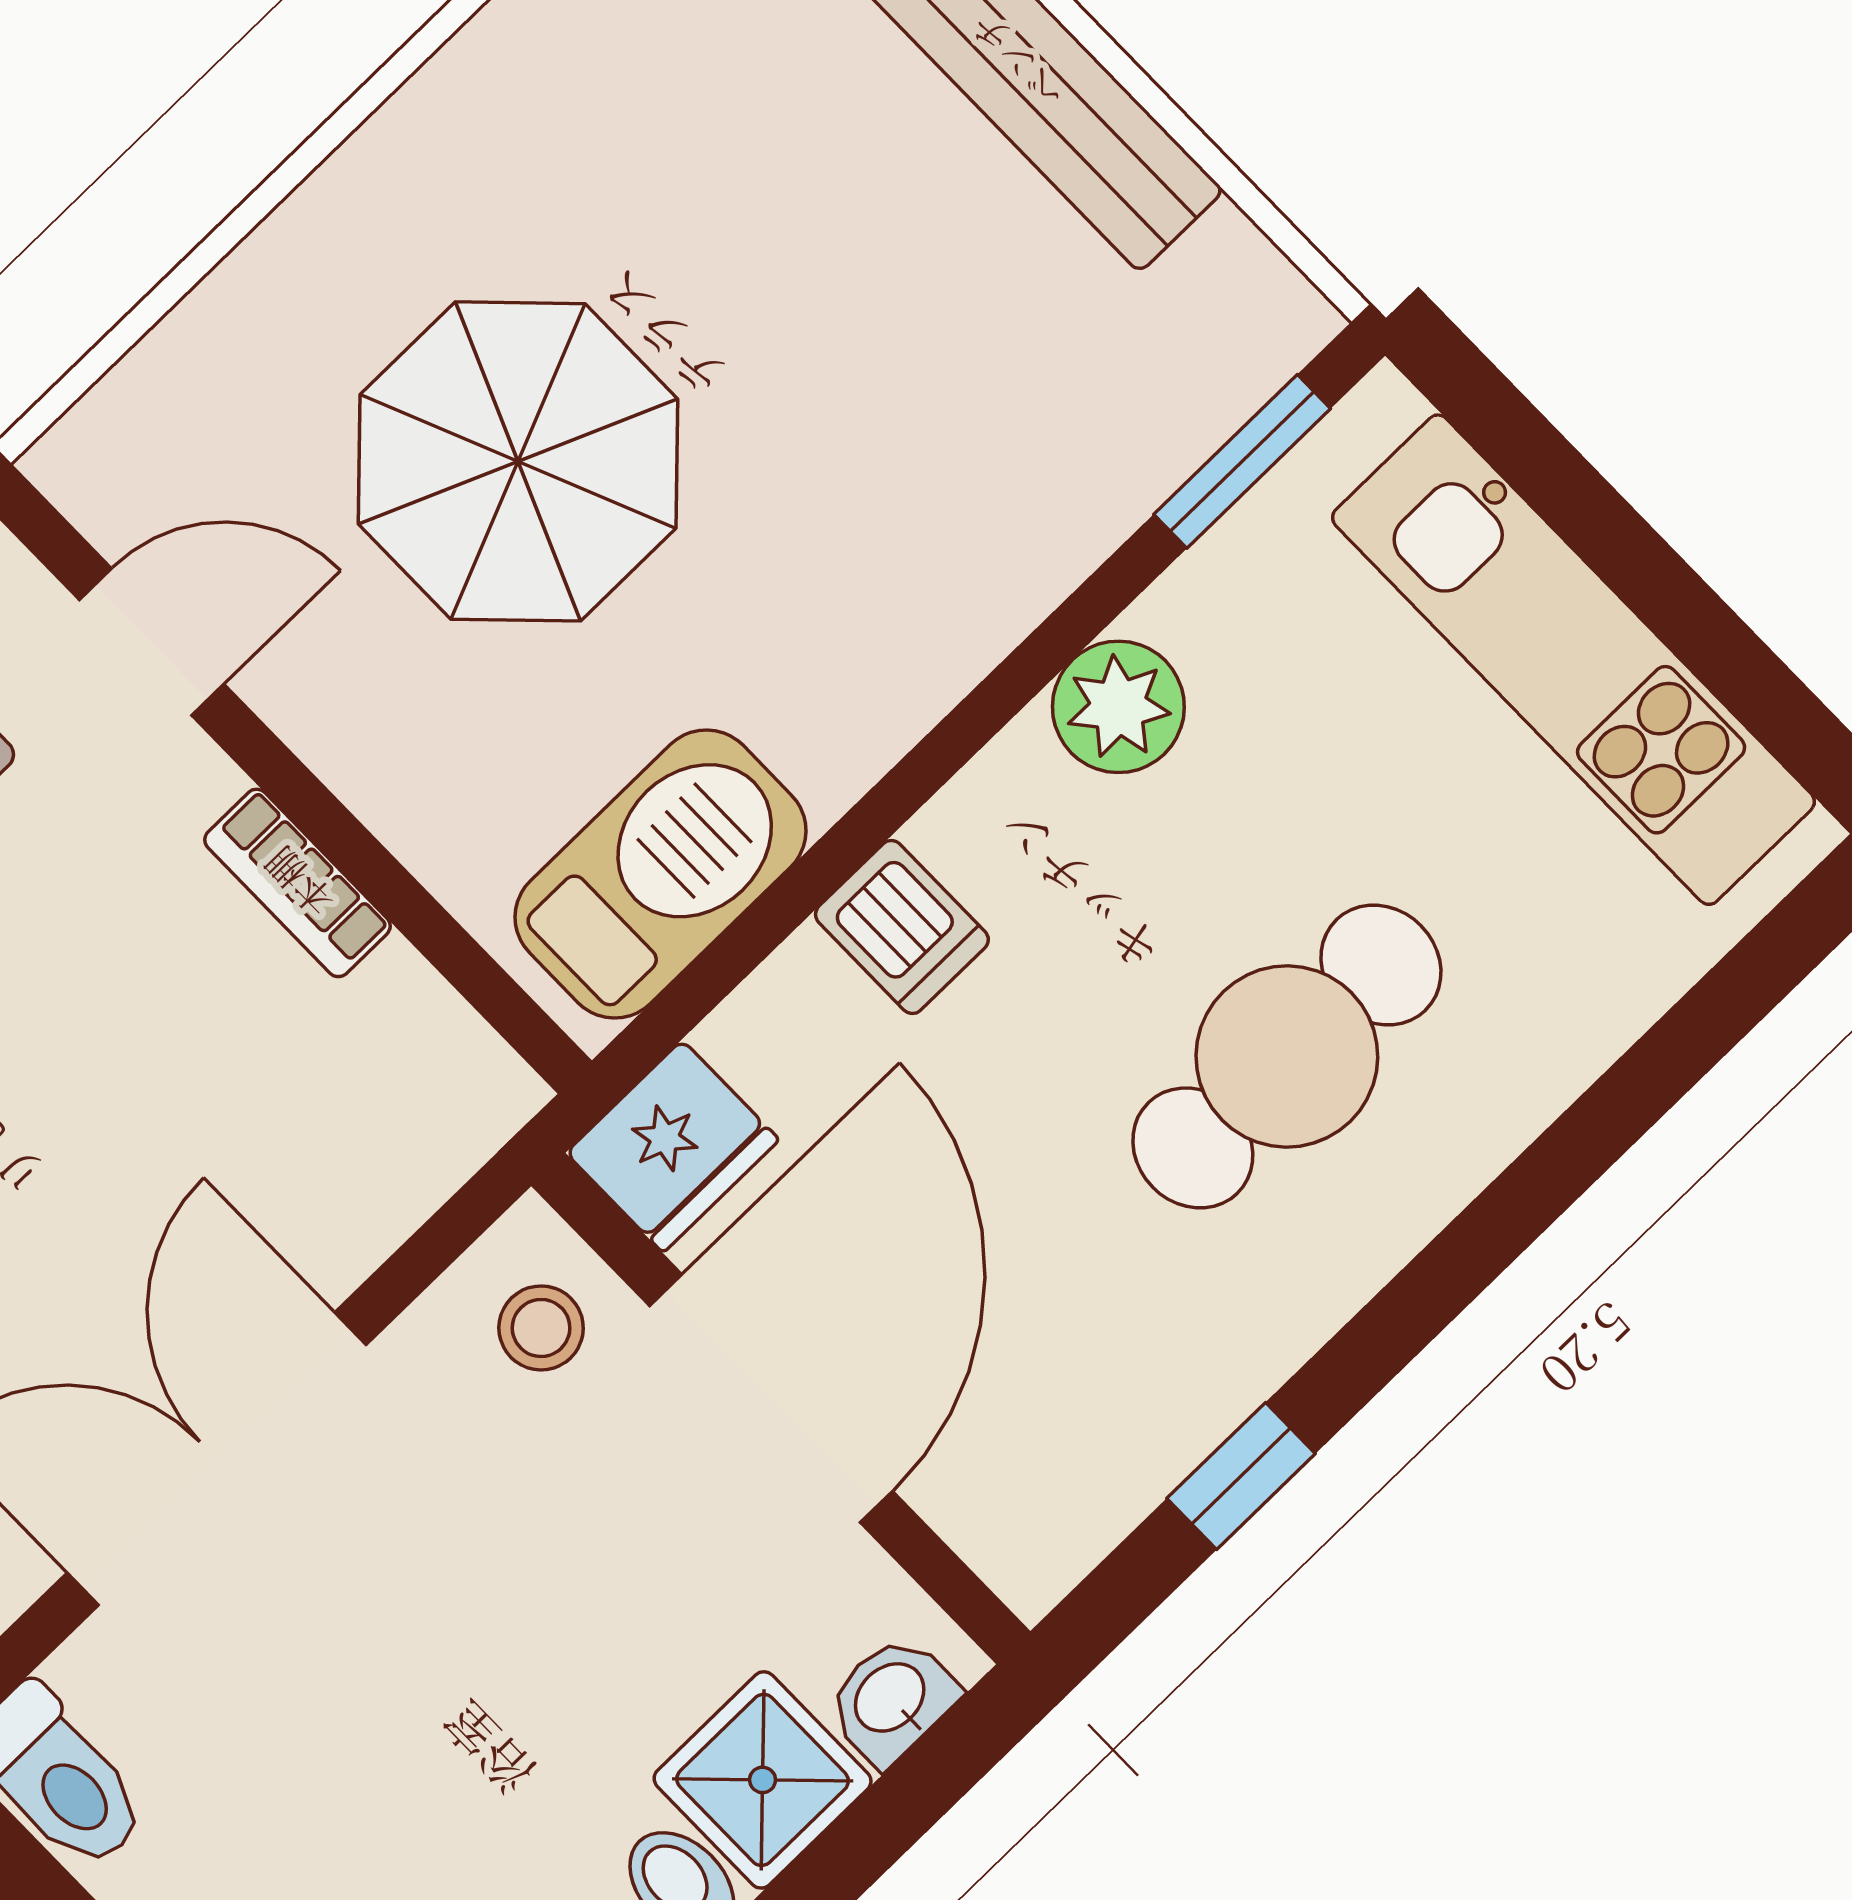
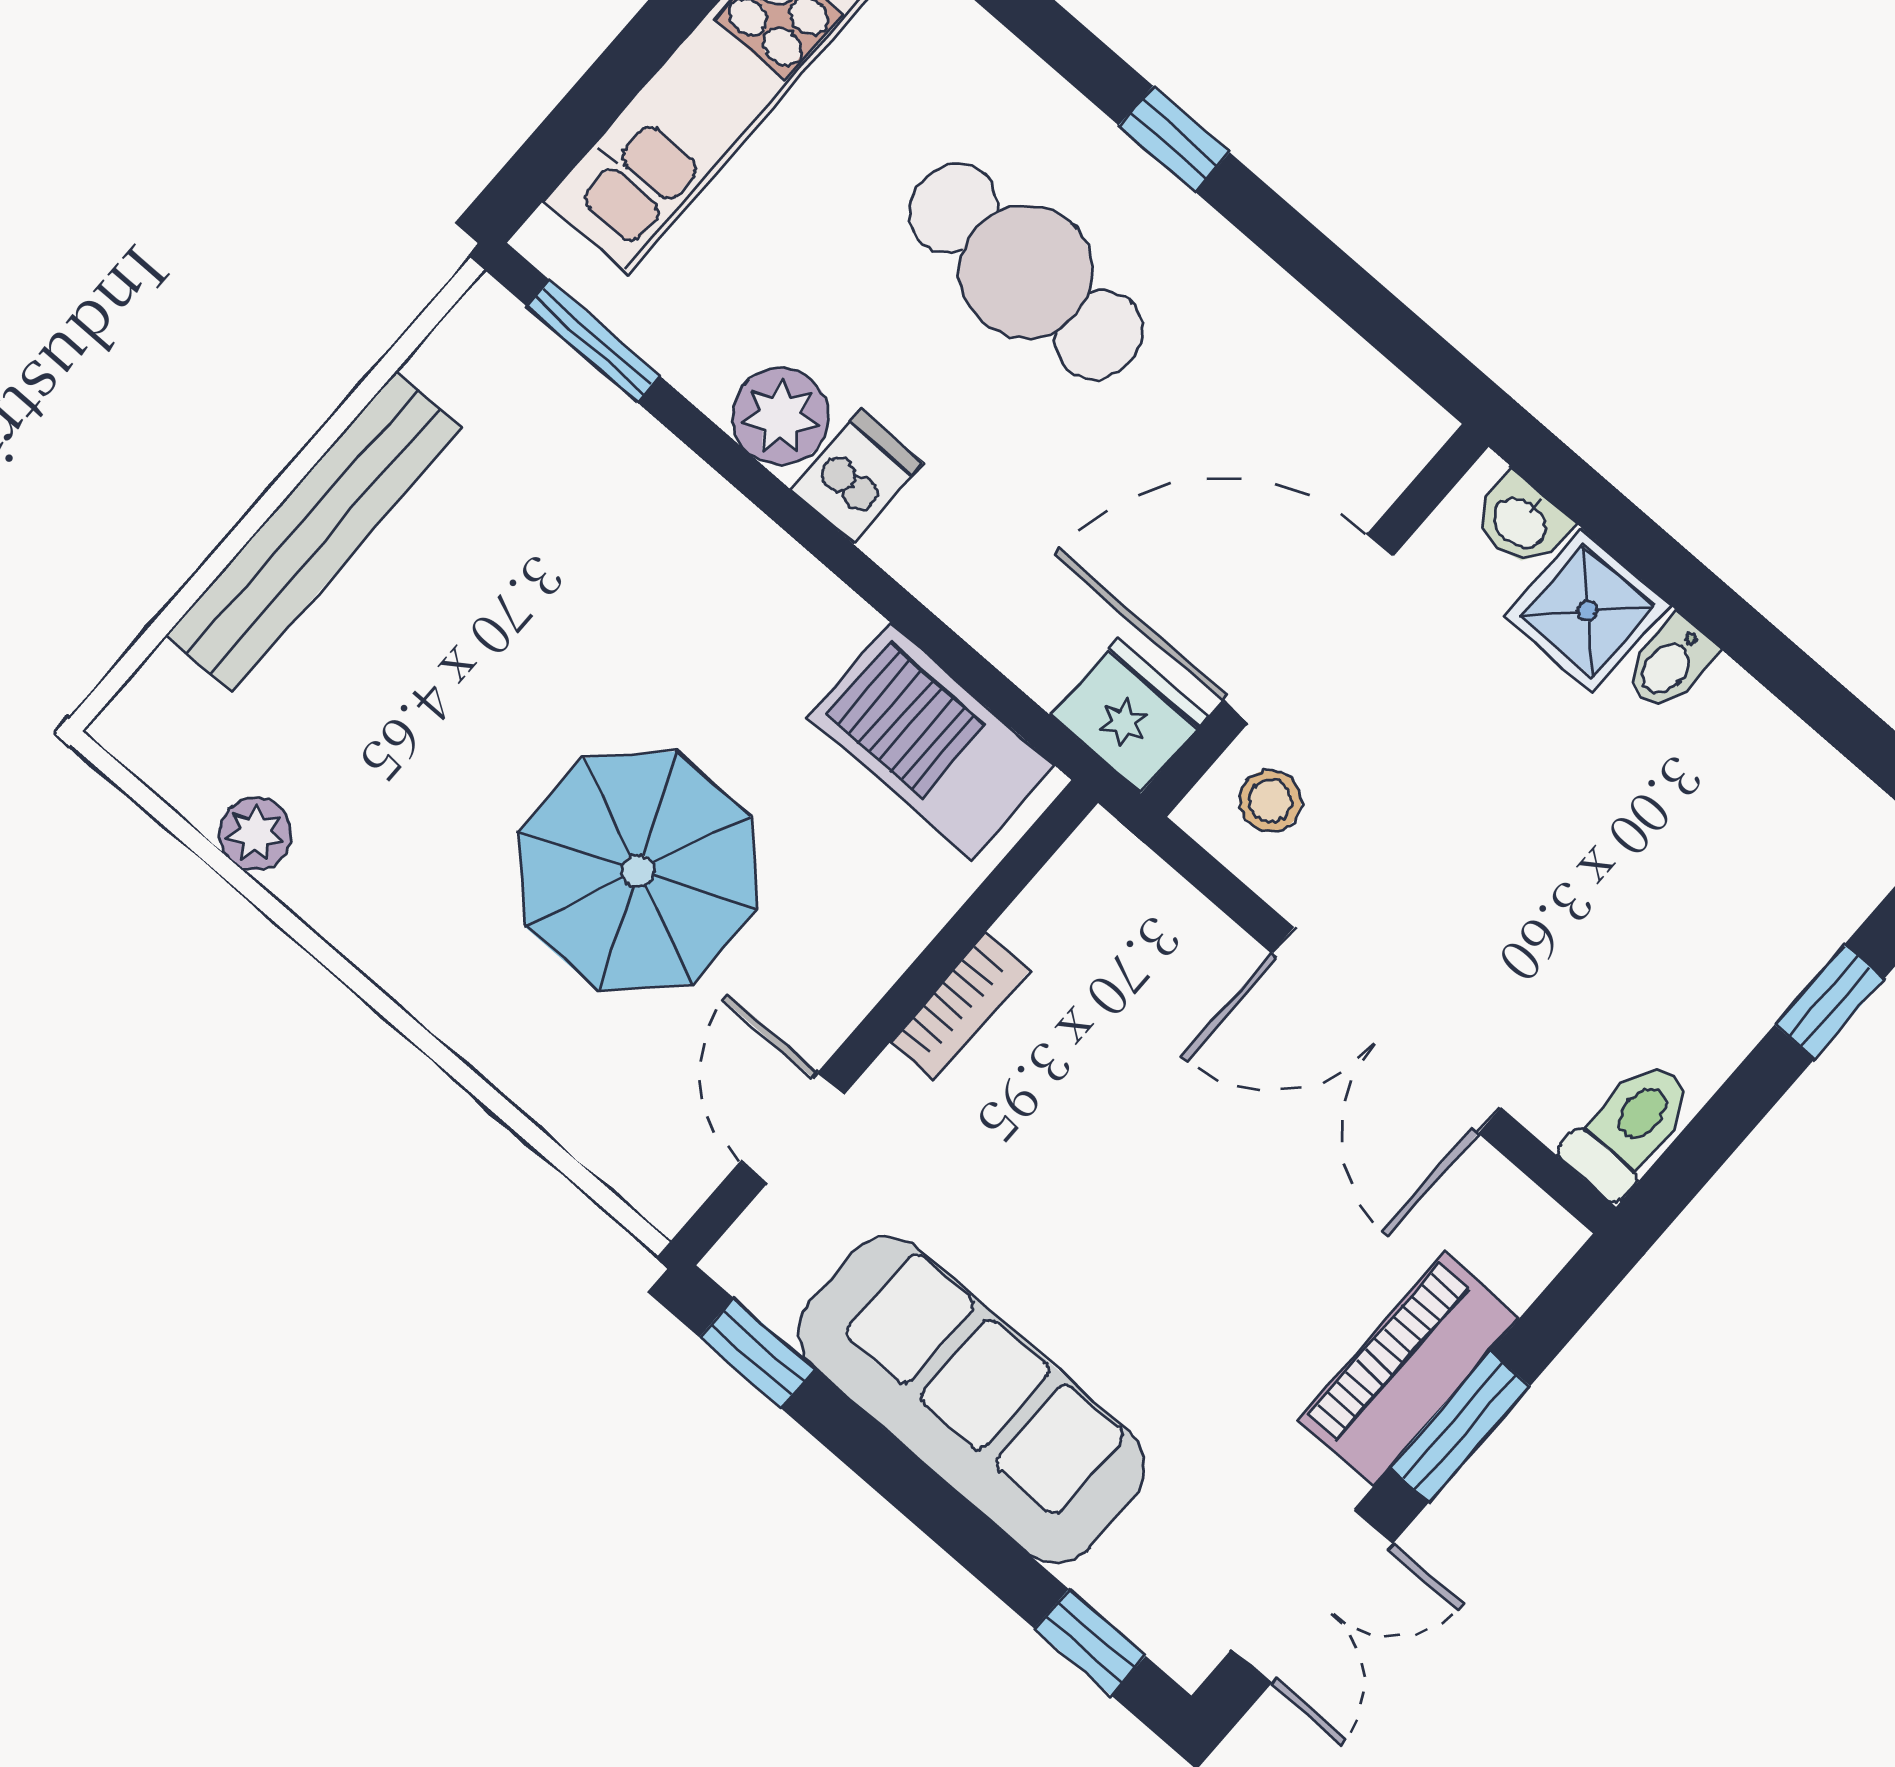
dishwasher: (902, 927) -> (857, 476), moved
window: (1241, 1476) -> (1174, 139), moved

